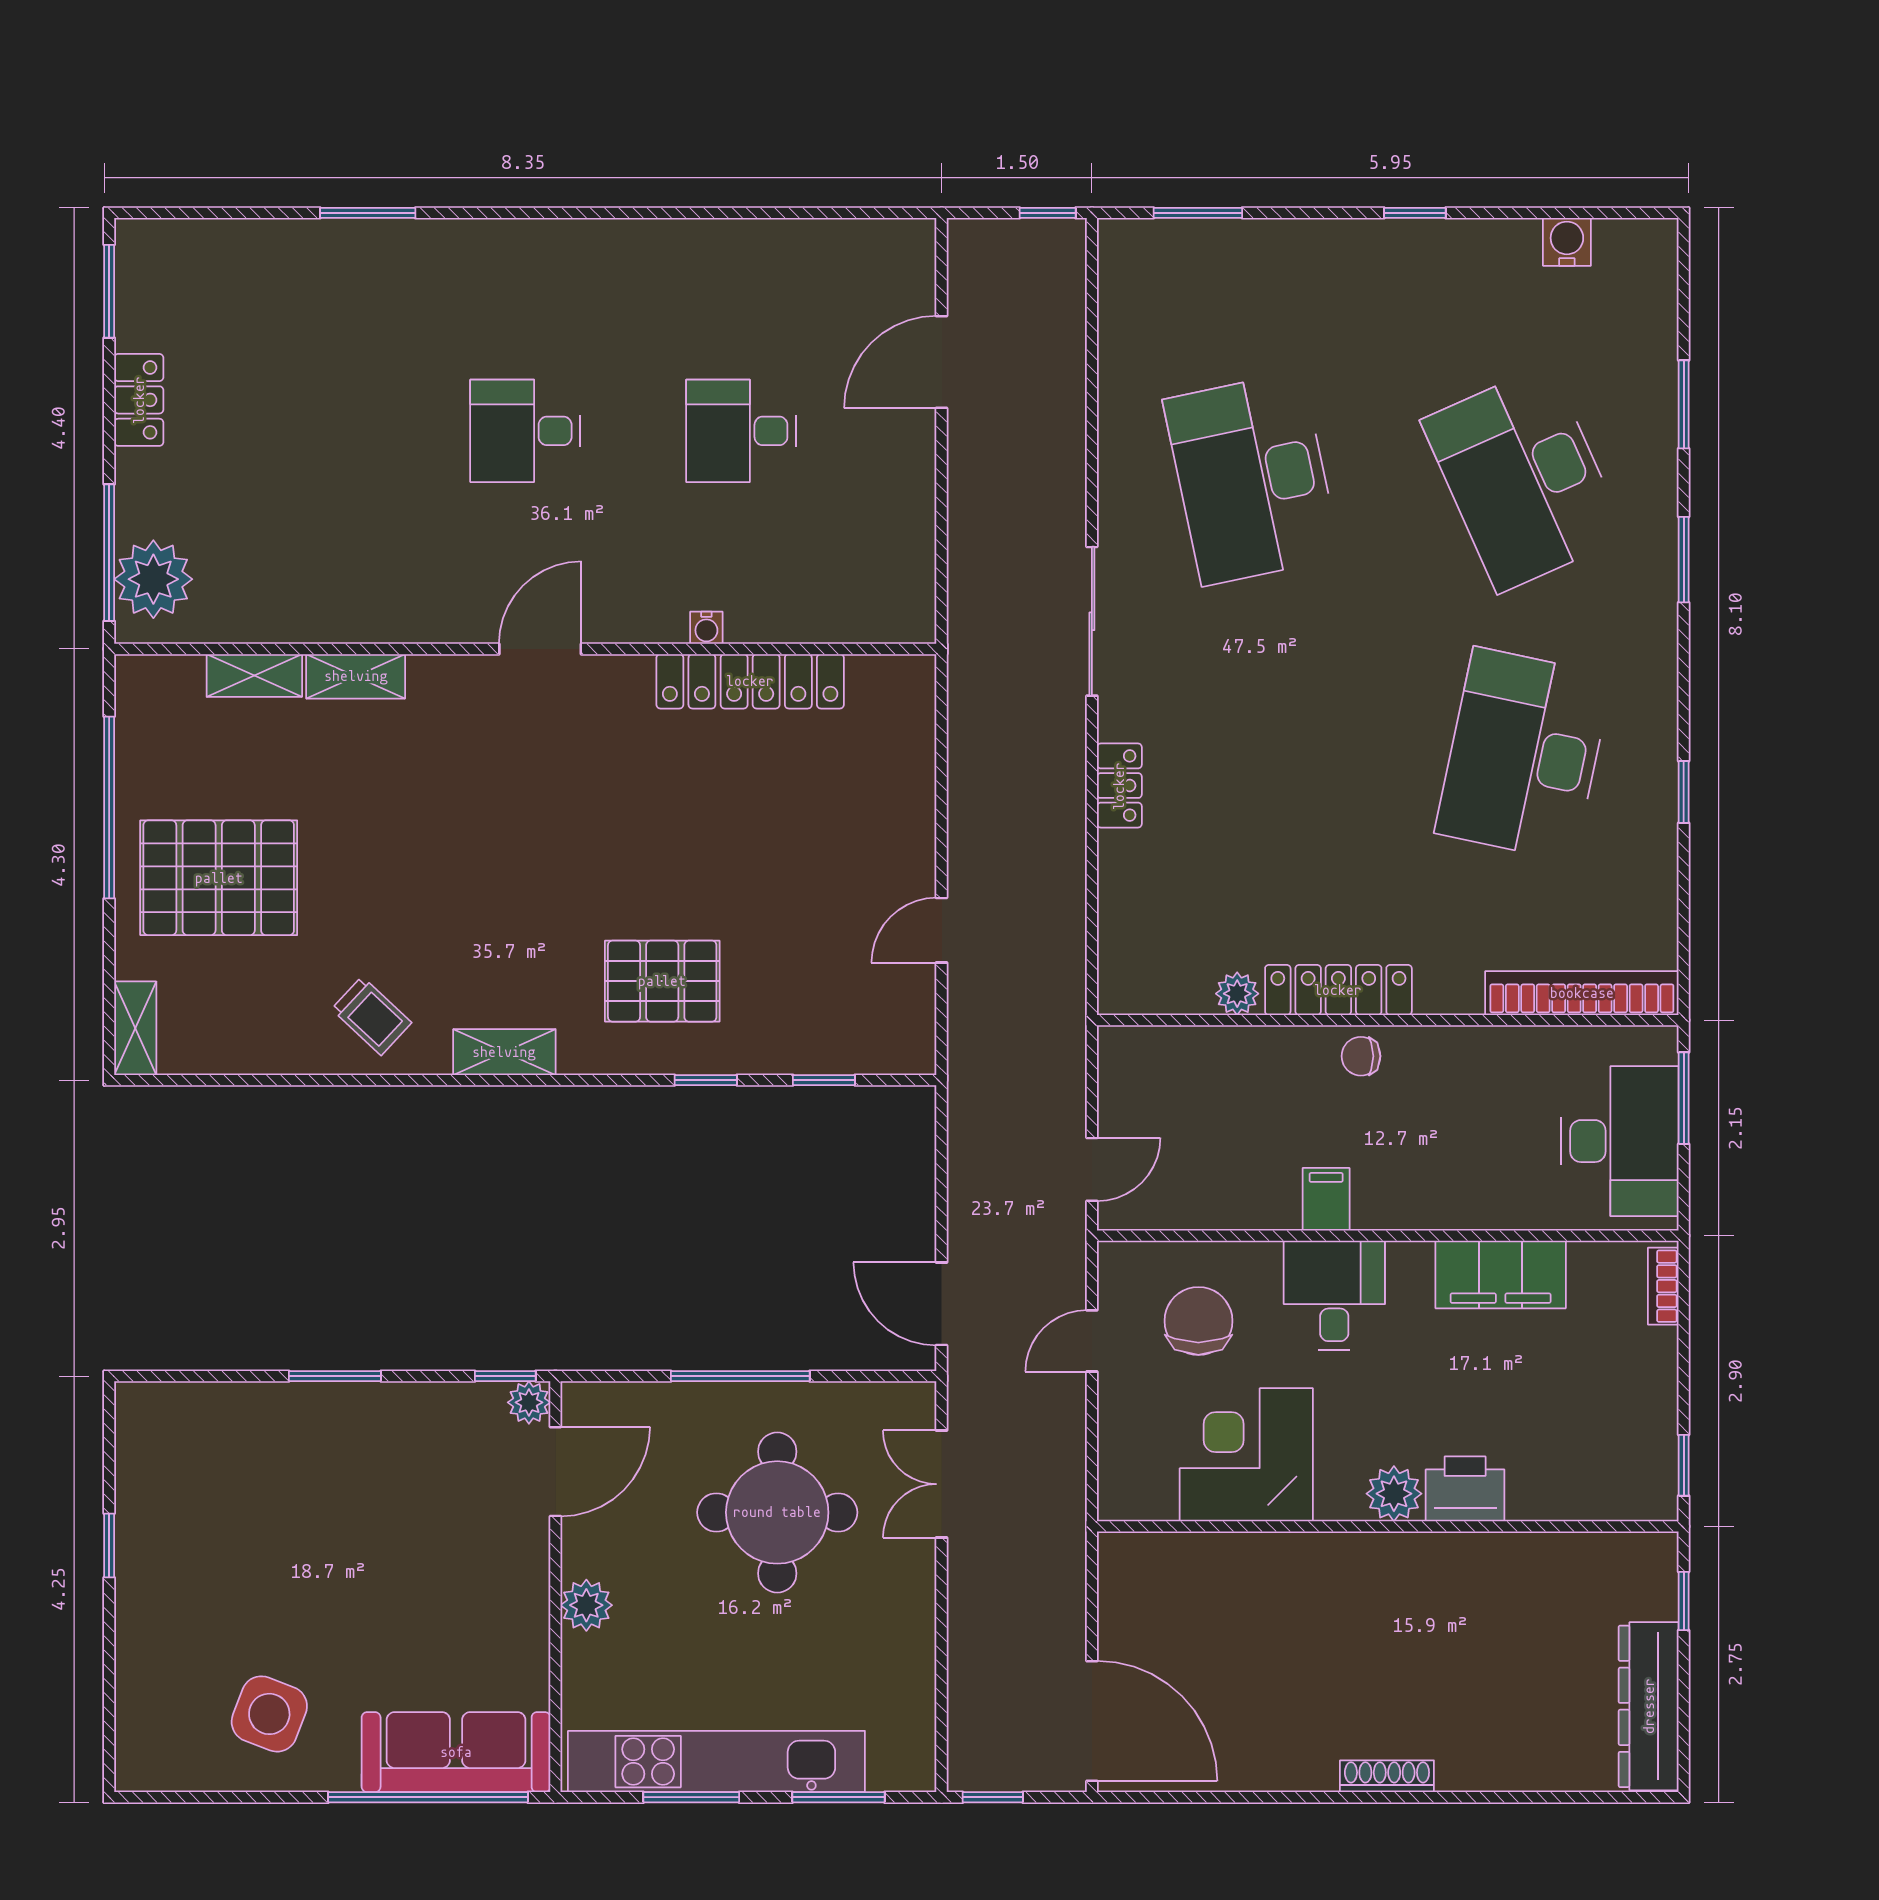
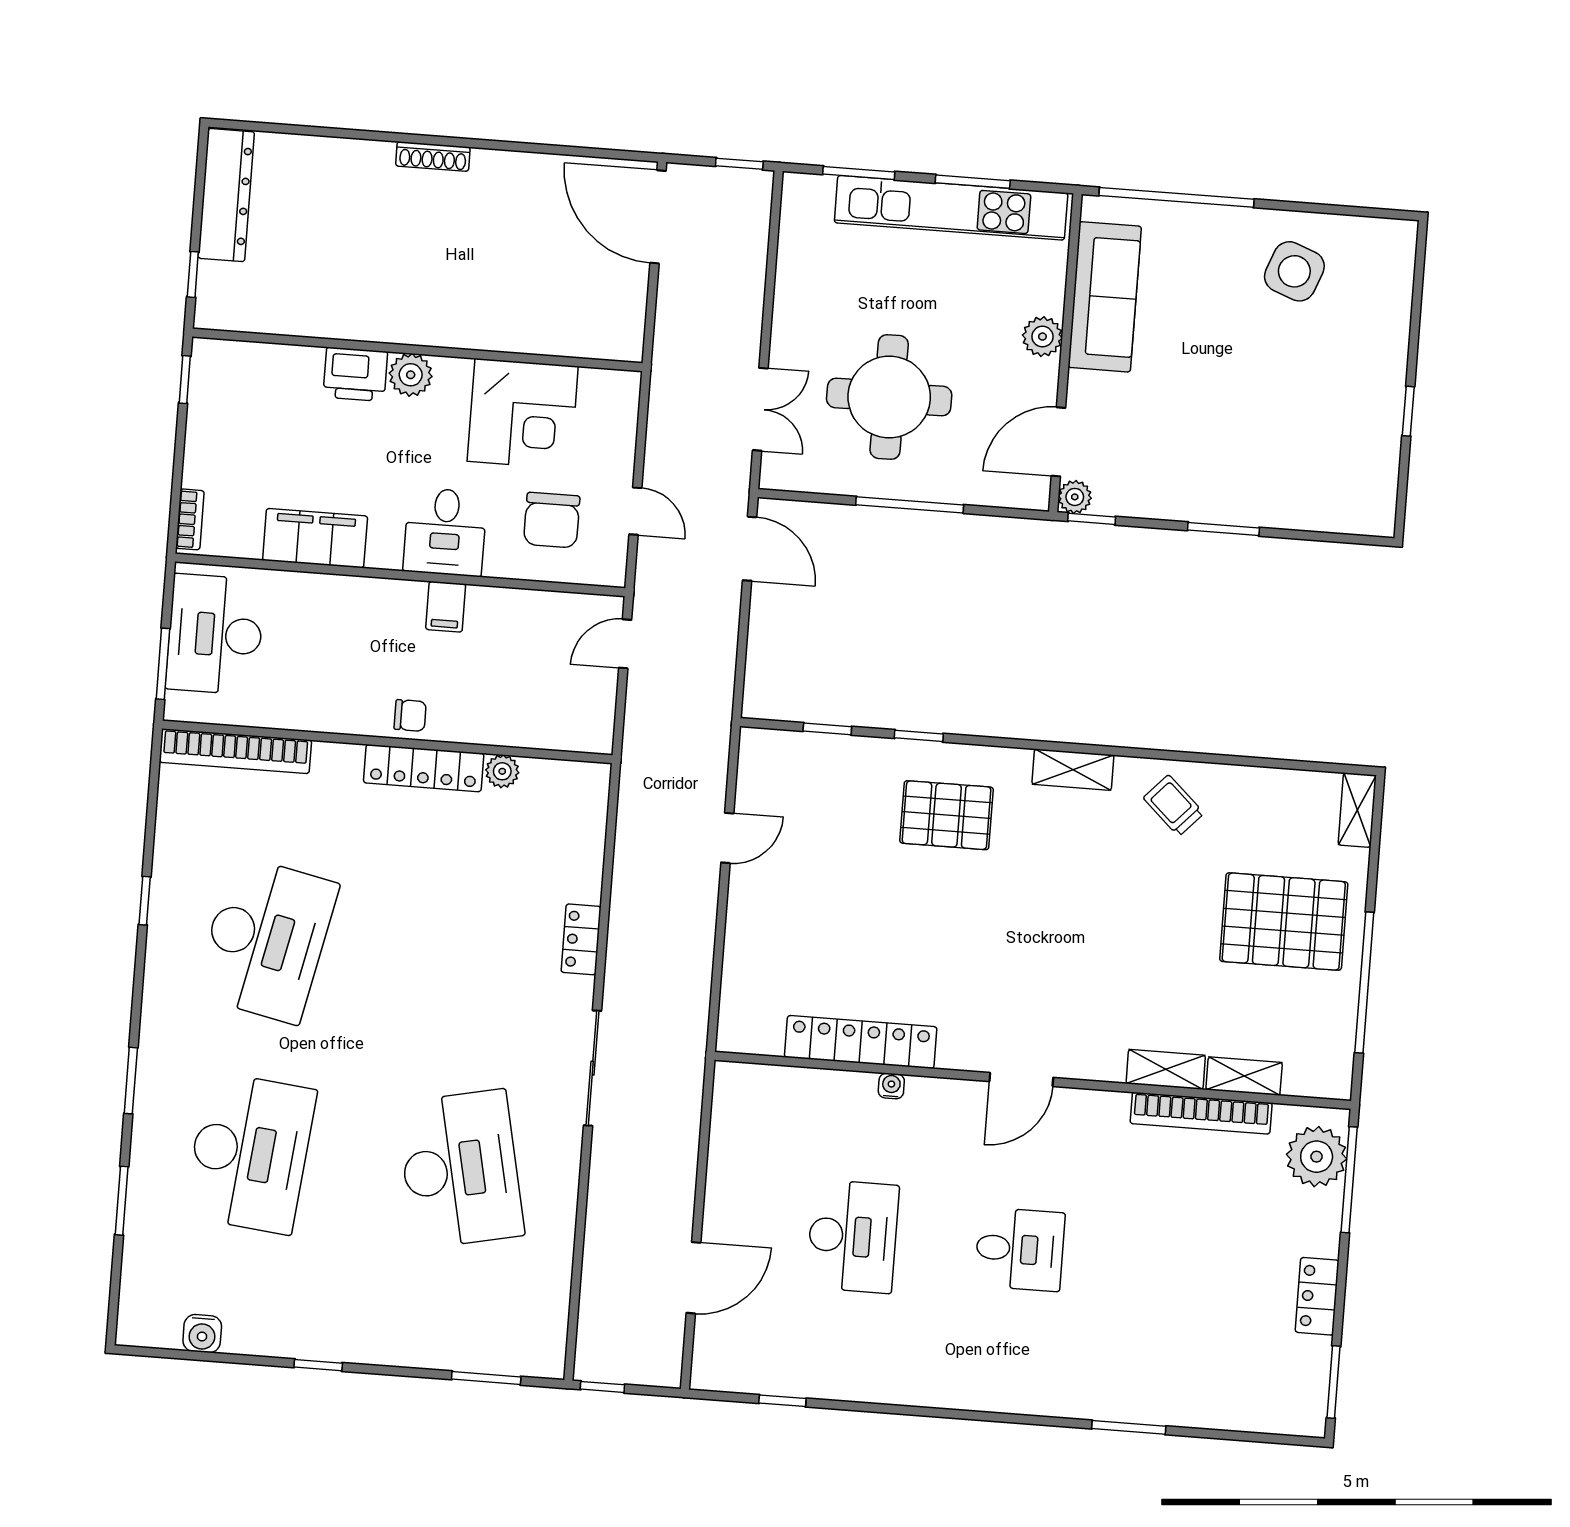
window: (815, 213) -> (782, 1401), added
desk: (741, 431) -> (853, 1236), width x1.37
desk: (1524, 478) -> (250, 1153), turned 30
bookcase: (306, 624) -> (1201, 1113), added
door: (1092, 1341) -> (635, 511), hinge flipped
sofa: (456, 1752) -> (1105, 297), moved, turned -90

